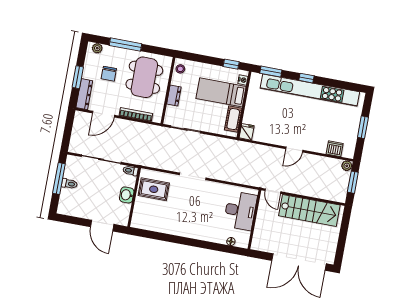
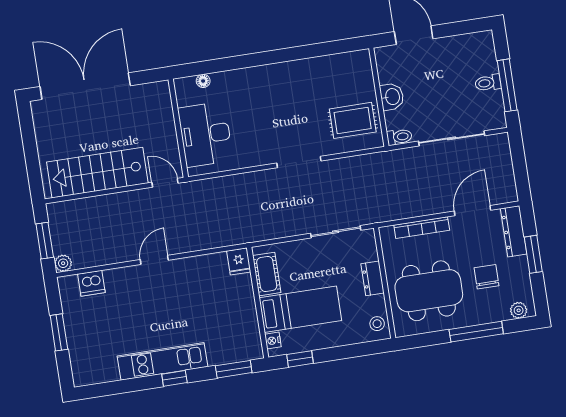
dining table: (144, 77) -> (429, 291), turned 90
kitchen unit: (310, 90) -> (162, 361), width x0.54

